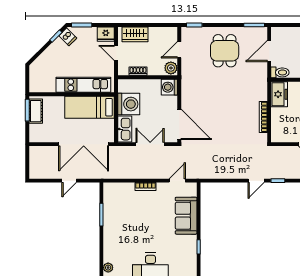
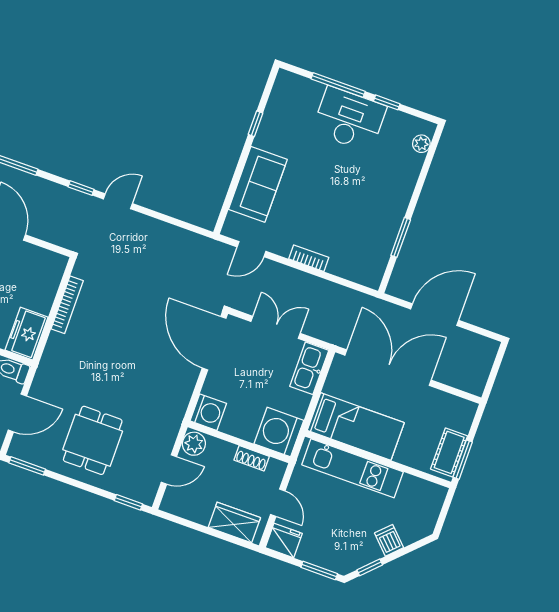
dishwasher: (68, 37) -> (389, 540), moved
washing machine: (129, 104) -> (279, 432), moved
double door: (150, 144) -> (276, 327), swing flipped
door: (69, 181) -> (435, 315), width x1.88

